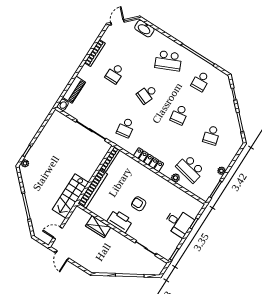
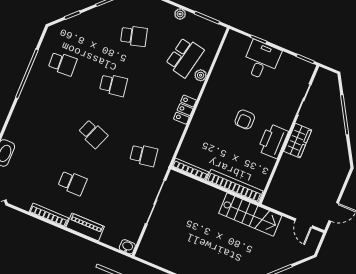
school desk: (168, 61) -> (42, 113), removed
piano: (74, 90) -> (85, 227), moved
locker: (149, 160) -> (185, 110), width x0.66
wardrobe: (98, 227) -> (298, 141), moved

